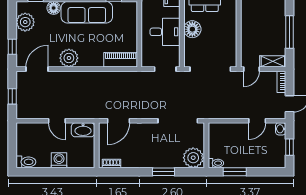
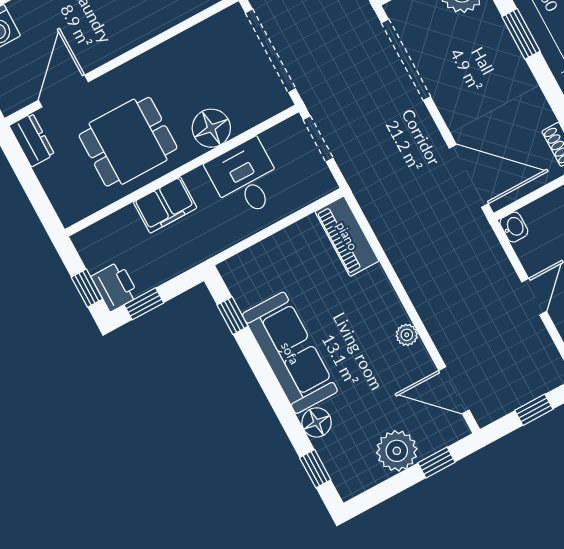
plant: (25, 22) -> (397, 451), moved
plant: (69, 58) -> (407, 335), width x0.53, depth x0.53
door: (118, 121) -> (469, 176), width x1.36
washbasin: (83, 130) -> (514, 227), width x0.52, depth x0.69

